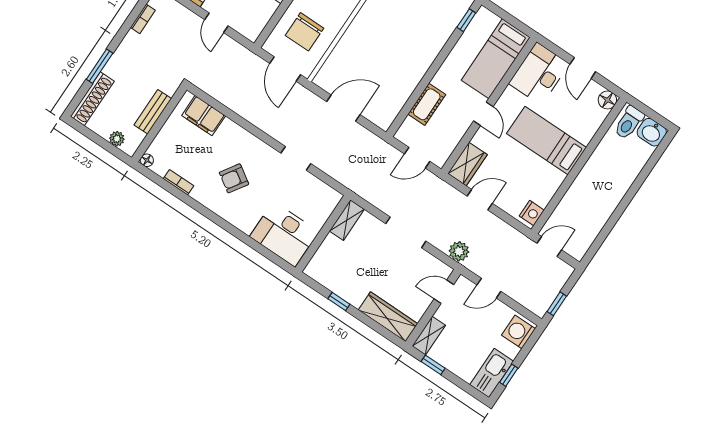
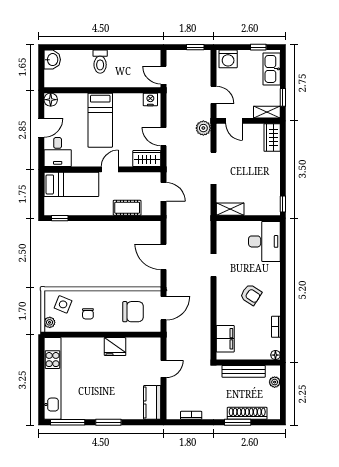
desk: (539, 74) -> (58, 152), width x0.73
shoe rack: (92, 99) -> (247, 413), moved
bench: (153, 112) -> (244, 371), width x1.36
toilet: (629, 123) -> (100, 62), moved, turned 90
window: (339, 302) -> (283, 204), moved
wardrobe: (388, 317) -> (272, 137), width x0.67
kitchen sink: (492, 373) -> (272, 69), moved, turned 90

